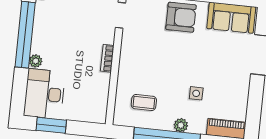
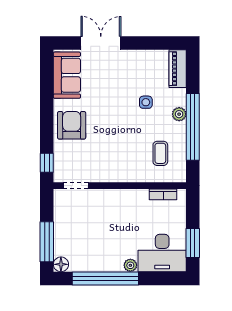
bookcase: (107, 58) -> (163, 194), moved

